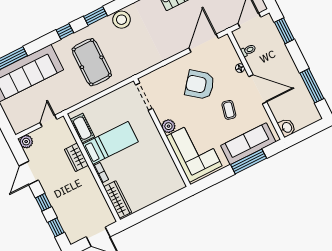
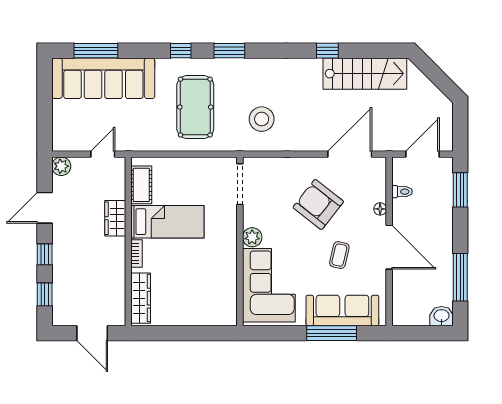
stool: (122, 20) -> (262, 119), moved
washbasin: (287, 128) -> (442, 316), moved, turned -90

